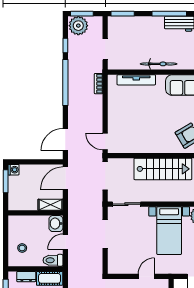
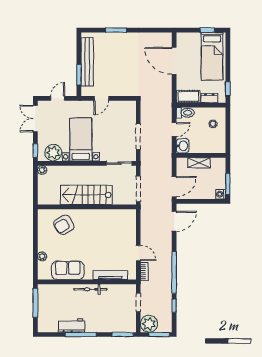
plant: (78, 26) -> (149, 324), moved
door: (105, 141) -> (138, 253), moved
shelving: (50, 205) -> (199, 163), moved

